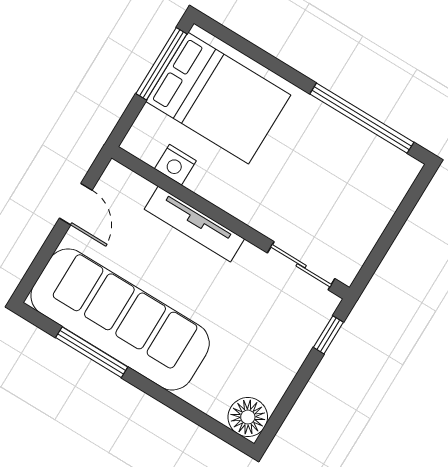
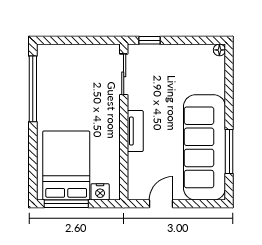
nightstand: (175, 165) -> (100, 192), moved, turned 90
tv unit: (194, 224) -> (135, 131), width x0.71
floor lamp: (248, 417) -> (219, 50), width x0.53, depth x0.53

